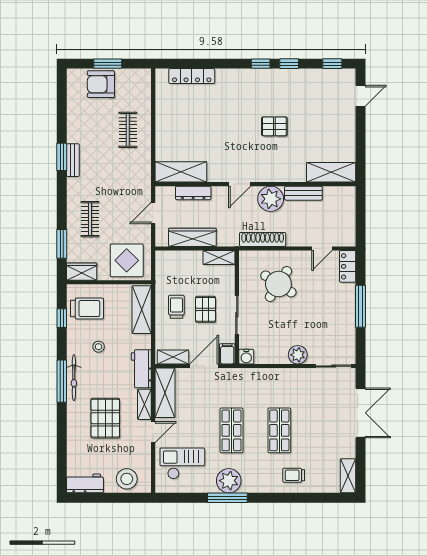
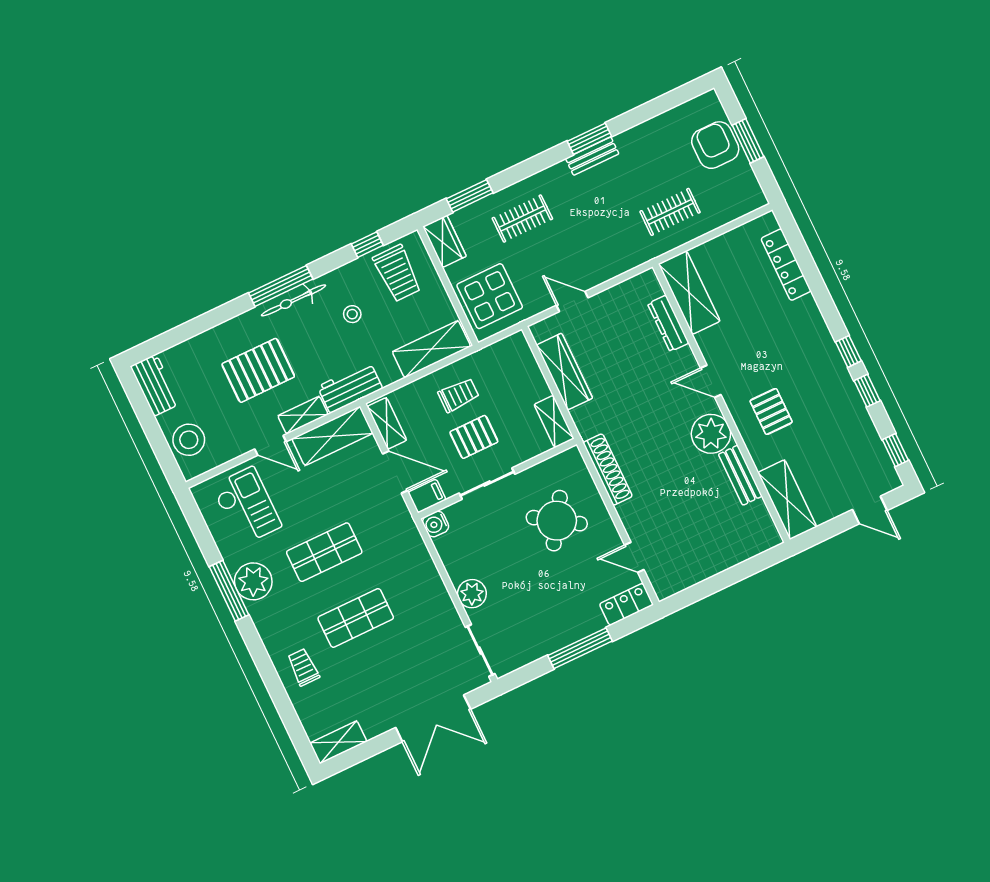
shelving: (181, 172) -> (689, 293), moved
shelving: (331, 172) -> (787, 500), moved
door: (240, 184) -> (711, 381), moved
wall: (255, 184) -> (721, 403), moved
dresser: (193, 193) -> (668, 323), moved
bench: (303, 193) -> (740, 475), moved
plant: (271, 199) -> (711, 434), moved

